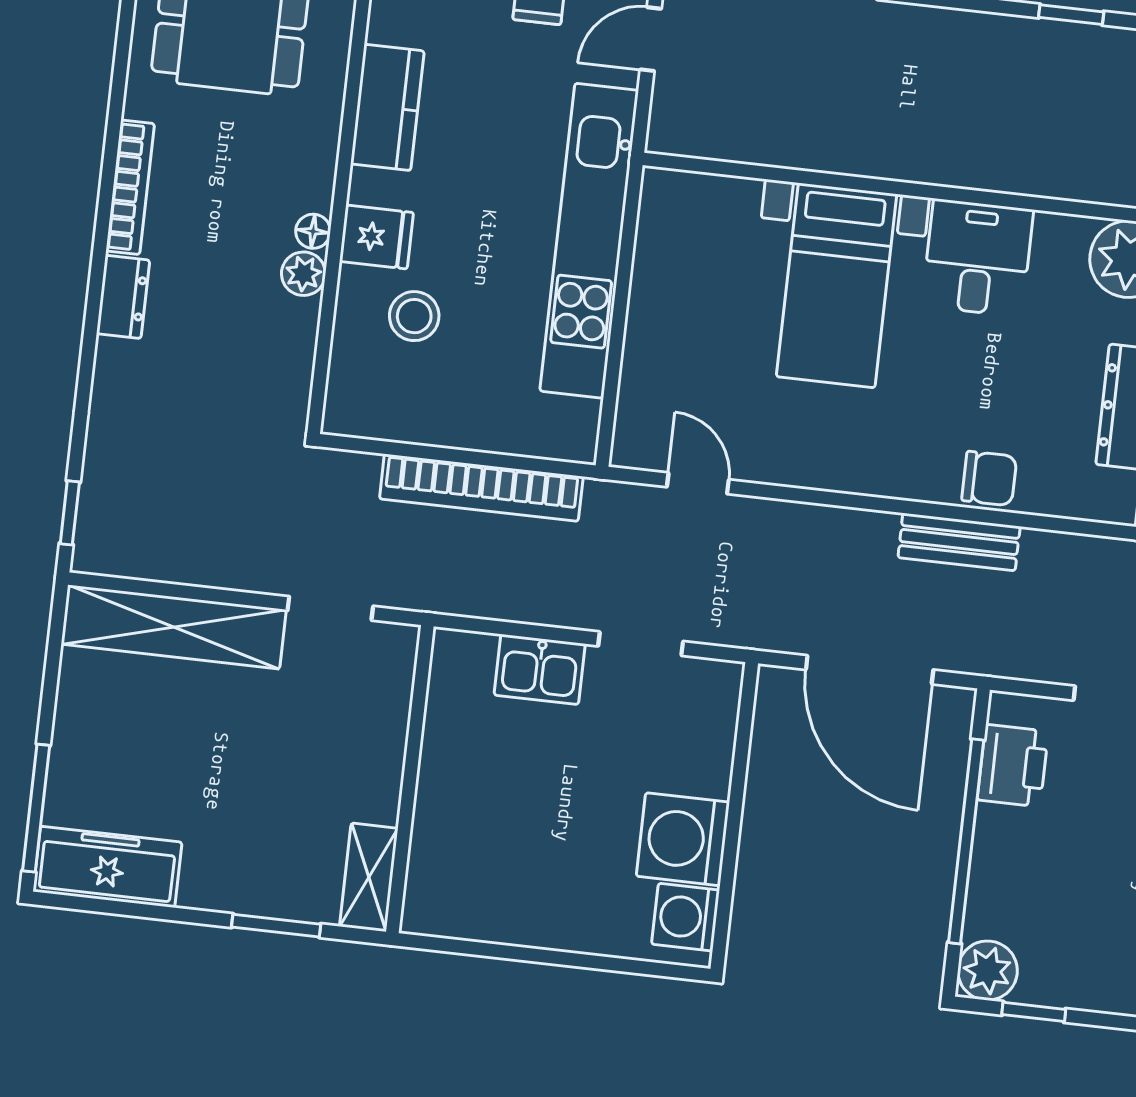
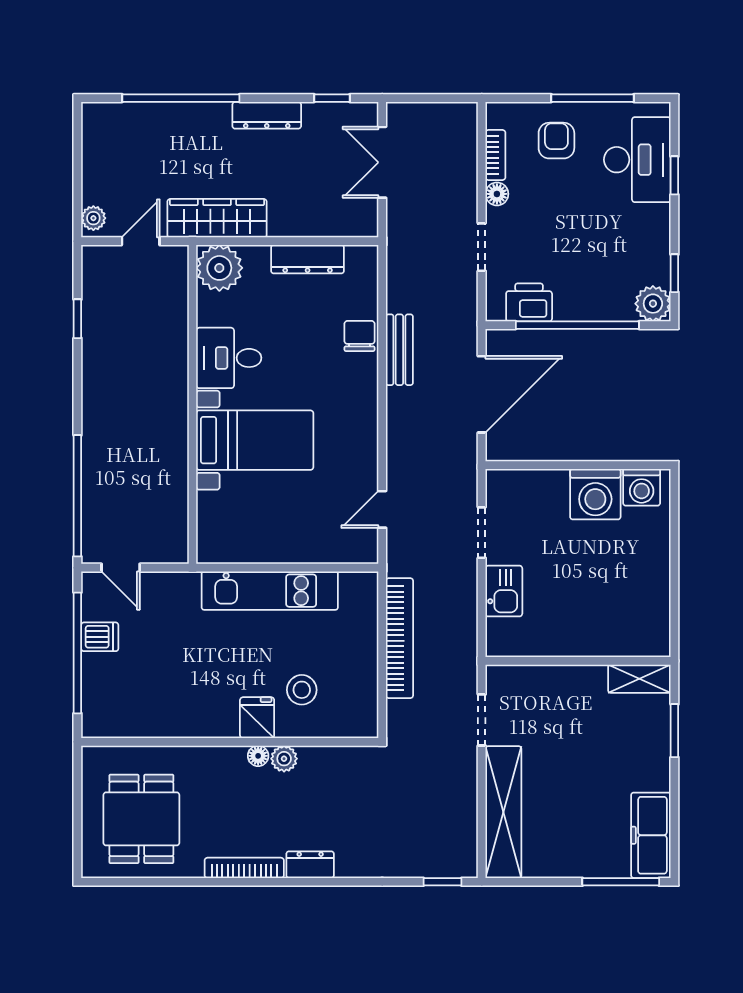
kitchen counter: (387, 107) -> (179, 720), removed
kitchen unit: (589, 241) -> (270, 591), width x0.73

